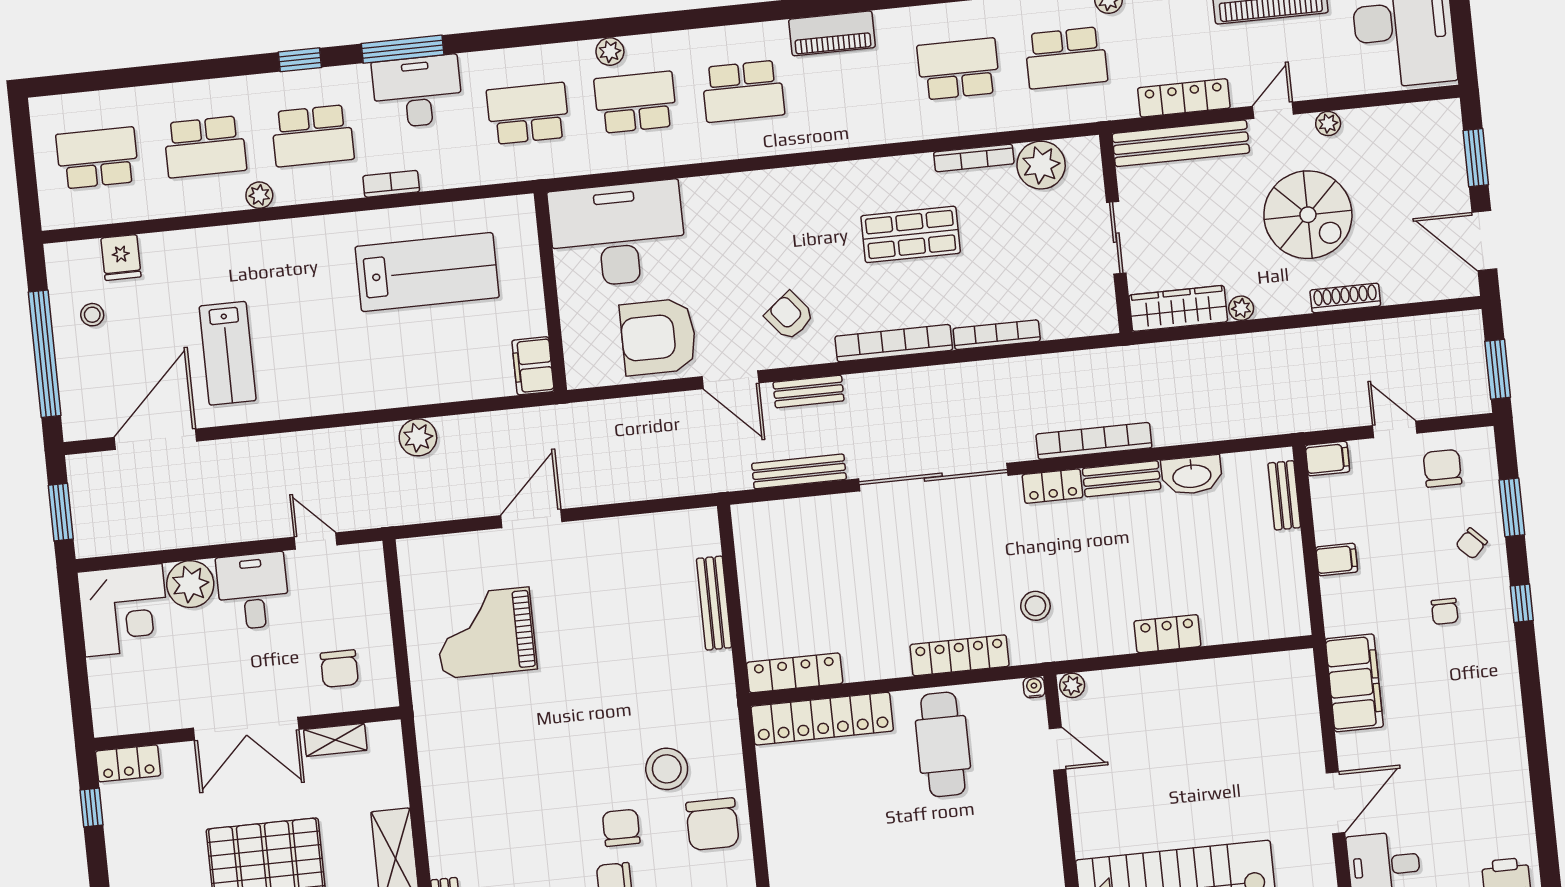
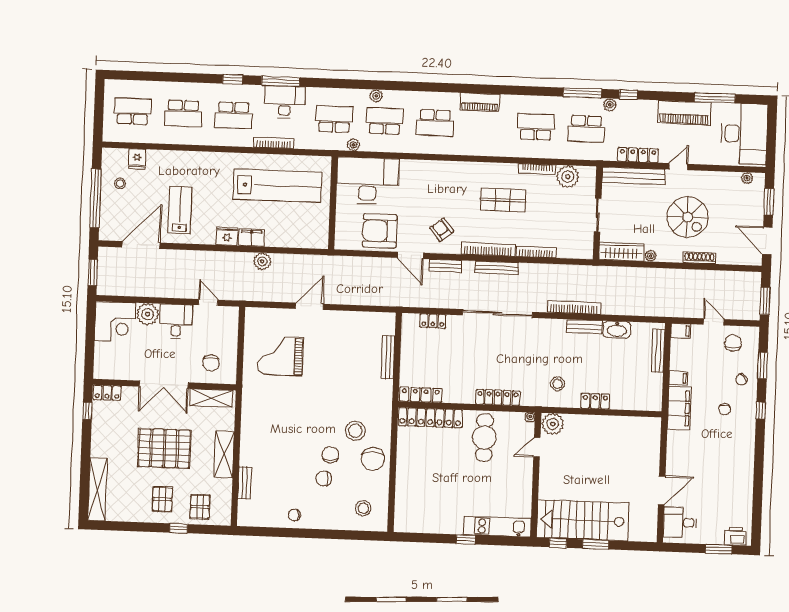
plant: (1328, 124) -> (747, 178), moved
bookcase: (391, 184) -> (274, 143), width x1.56
plant: (259, 195) -> (353, 145), moved
lab bench: (427, 272) -> (277, 186), width x1.36
lab bench: (228, 353) -> (180, 210), turned 180
filing cabinet: (533, 366) -> (251, 238), moved, turned 90
fridge: (335, 395) -> (227, 236), added
bench: (799, 471) -> (497, 268), moved
locker: (1052, 486) -> (433, 321), moved
bench: (1284, 495) -> (658, 351), width x1.36
stool: (1035, 606) -> (558, 384), moved
filing cabinet: (1354, 683) -> (679, 408), moved
plant: (1072, 685) -> (553, 424), width x1.87, depth x1.87
shelving: (335, 740) -> (211, 398), width x1.50, depth x1.33
door: (1057, 749) -> (537, 447), swing flipped

